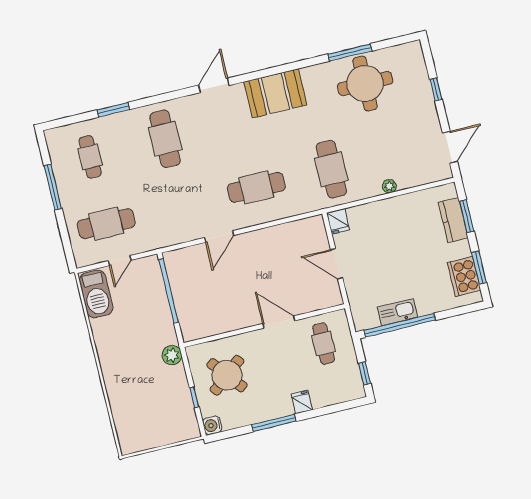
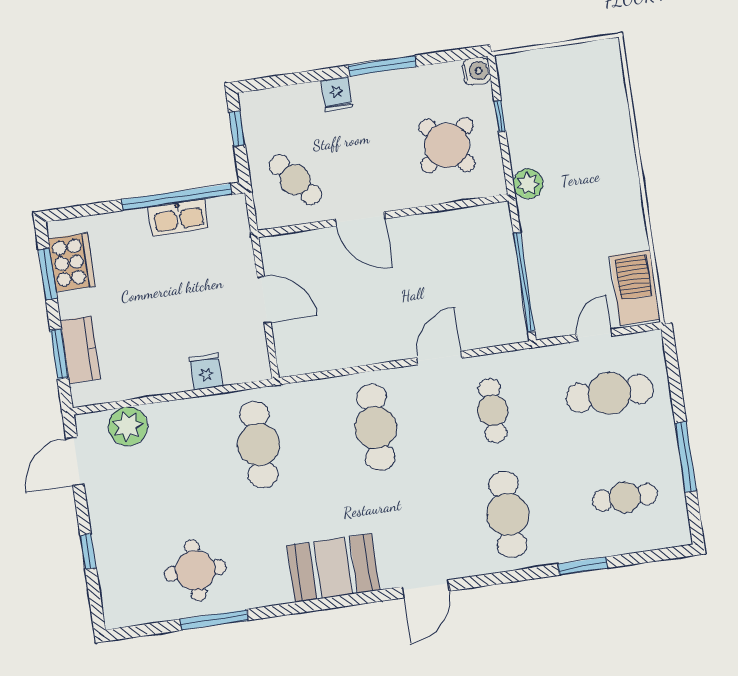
round table: (365, 84) -> (195, 570), width x0.73, depth x0.73
cafe table: (90, 157) -> (625, 497), turned 90
plant: (389, 186) -> (128, 426), moved, width x1.87, depth x1.87
cafe table: (256, 187) -> (376, 427), turned 90
cafe table: (181, 206) -> (493, 410), added
fridge: (338, 221) -> (206, 371), moved
cafe table: (324, 344) -> (295, 180), turned -39

